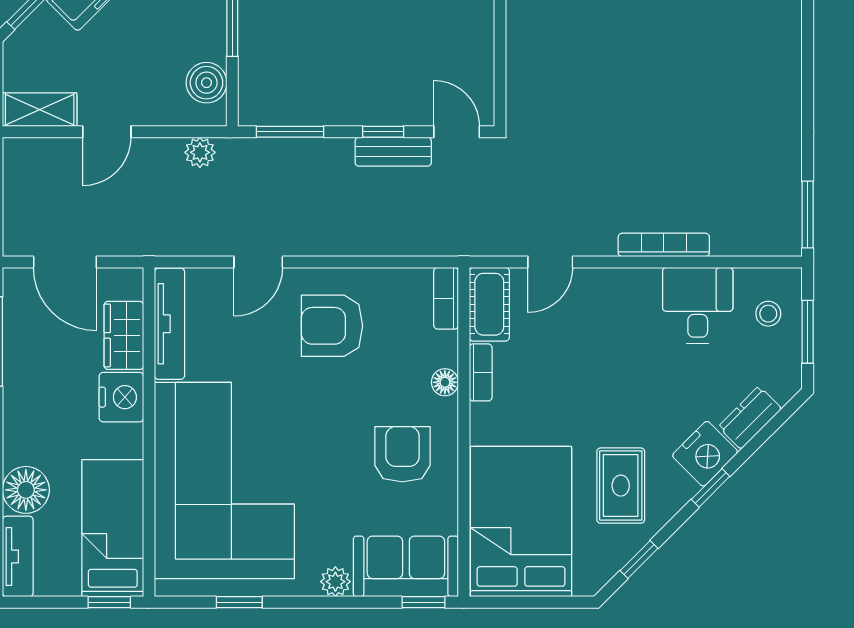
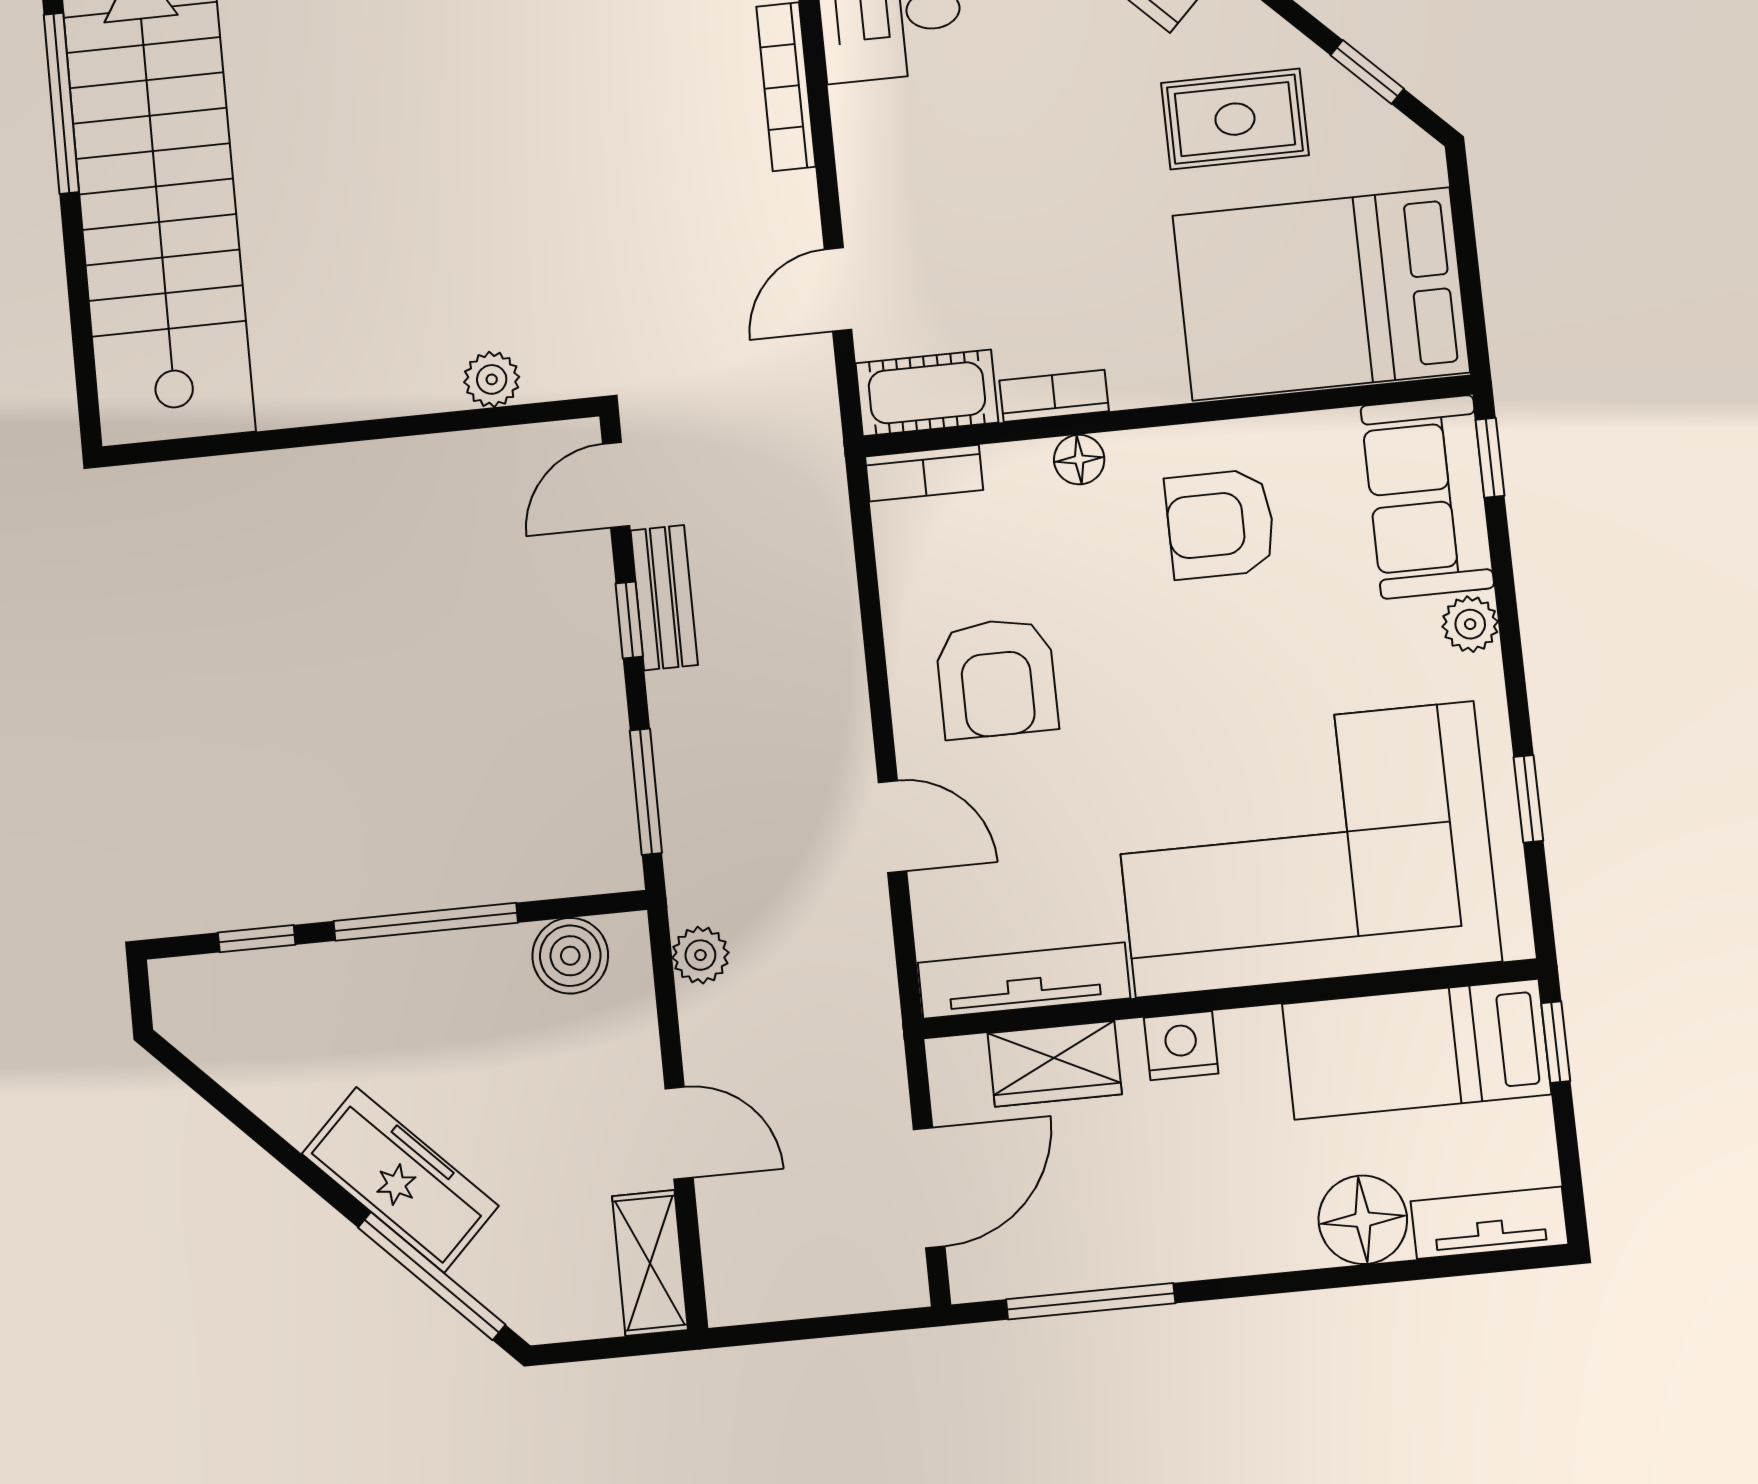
plant: (521, 70) -> (492, 379), added
door: (550, 262) -> (838, 290), swing flipped
nightstand: (121, 397) -> (1181, 1046), width x0.74, depth x0.75

